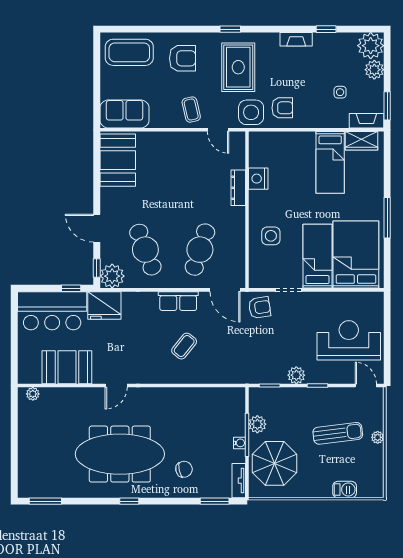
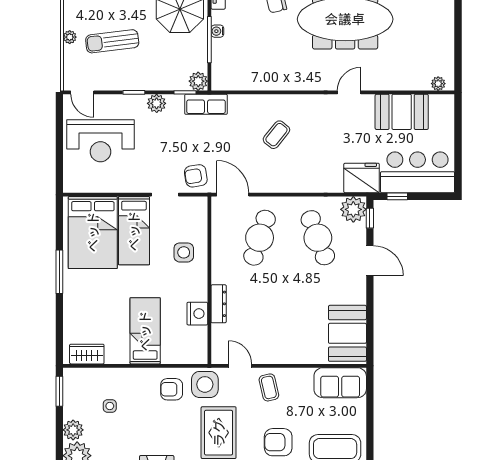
fireplace: (366, 121) -> (82, 375), removed
bed: (330, 162) -> (145, 331), moved
row of seats: (178, 301) -> (206, 104), moved, turned 180
plant: (257, 424) -> (198, 81), moved

